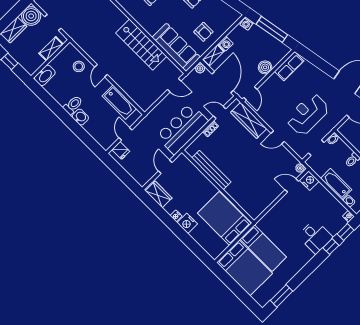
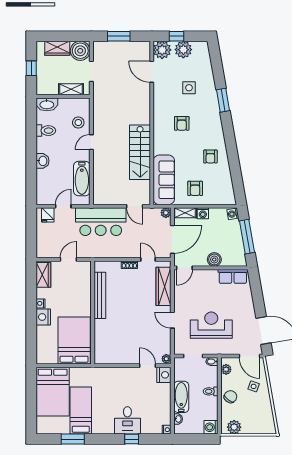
toilet: (73, 105) -> (46, 131), moved
bar counter: (182, 129) -> (101, 222), moved, turned 180
plant: (348, 135) -> (226, 369), added
window: (345, 232) -> (153, 439), removed
bed: (263, 248) -> (81, 411), moved, turned 180
window: (281, 296) -> (73, 439), moved

